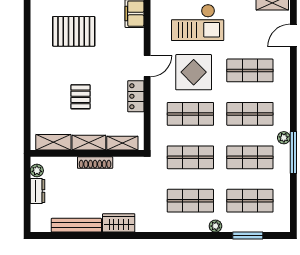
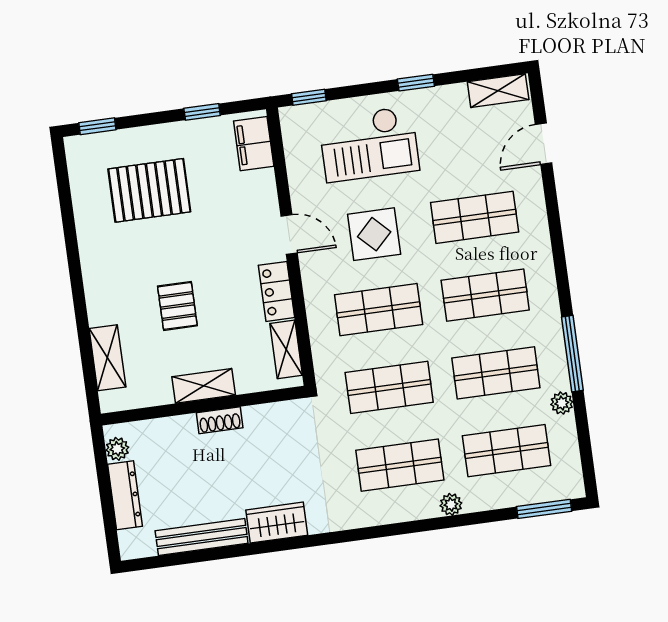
door: (147, 66) -> (289, 234), hinge flipped
display table: (194, 72) -> (374, 234), width x0.73, depth x0.73
plant: (284, 138) -> (562, 403), moved
shelving: (53, 142) -> (107, 358), moved, turned 90
shelving: (122, 143) -> (286, 349), moved, turned 90
shoe rack: (95, 163) -> (220, 420), width x0.70
dresser: (38, 191) -> (125, 495), width x1.44
window: (248, 235) -> (544, 509), moved

